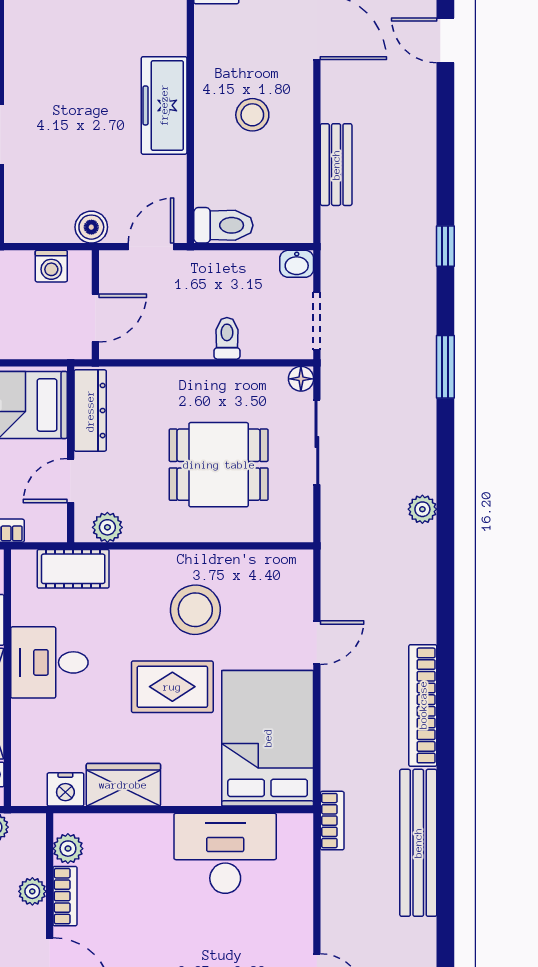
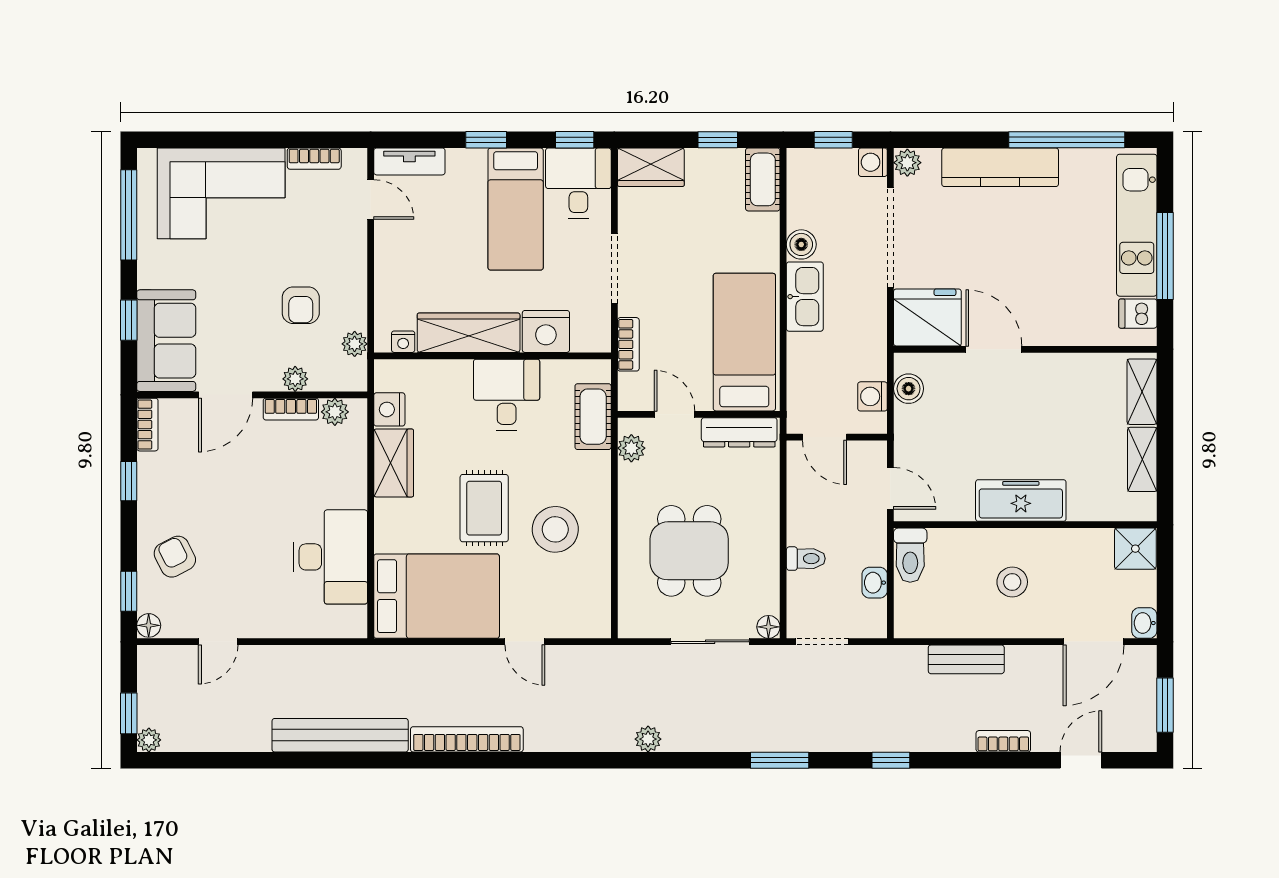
boiler: (91, 227) -> (909, 389), moved
washbasin: (297, 264) -> (875, 583), moved
bookcase: (332, 821) -> (1003, 741), moved, turned 180

